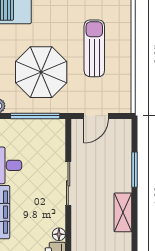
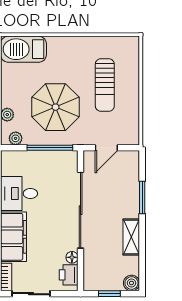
sun lounger: (94, 48) -> (105, 85), turned 180
sliding door: (68, 183) -> (81, 210), width x1.86

